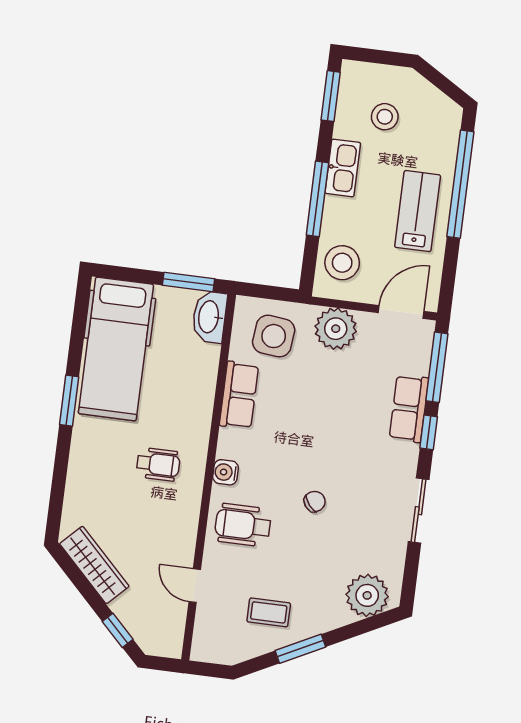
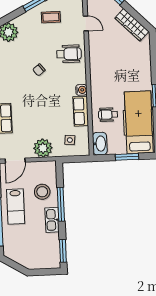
stool: (385, 117) -> (37, 246), removed
stool: (342, 263) -> (42, 192), moved
window: (189, 282) -> (127, 157), moved
side table: (274, 336) -> (70, 140), width x0.54, depth x0.54
wheelchair: (158, 464) -> (108, 115), moved
water cooler: (225, 472) -> (81, 90), moved

